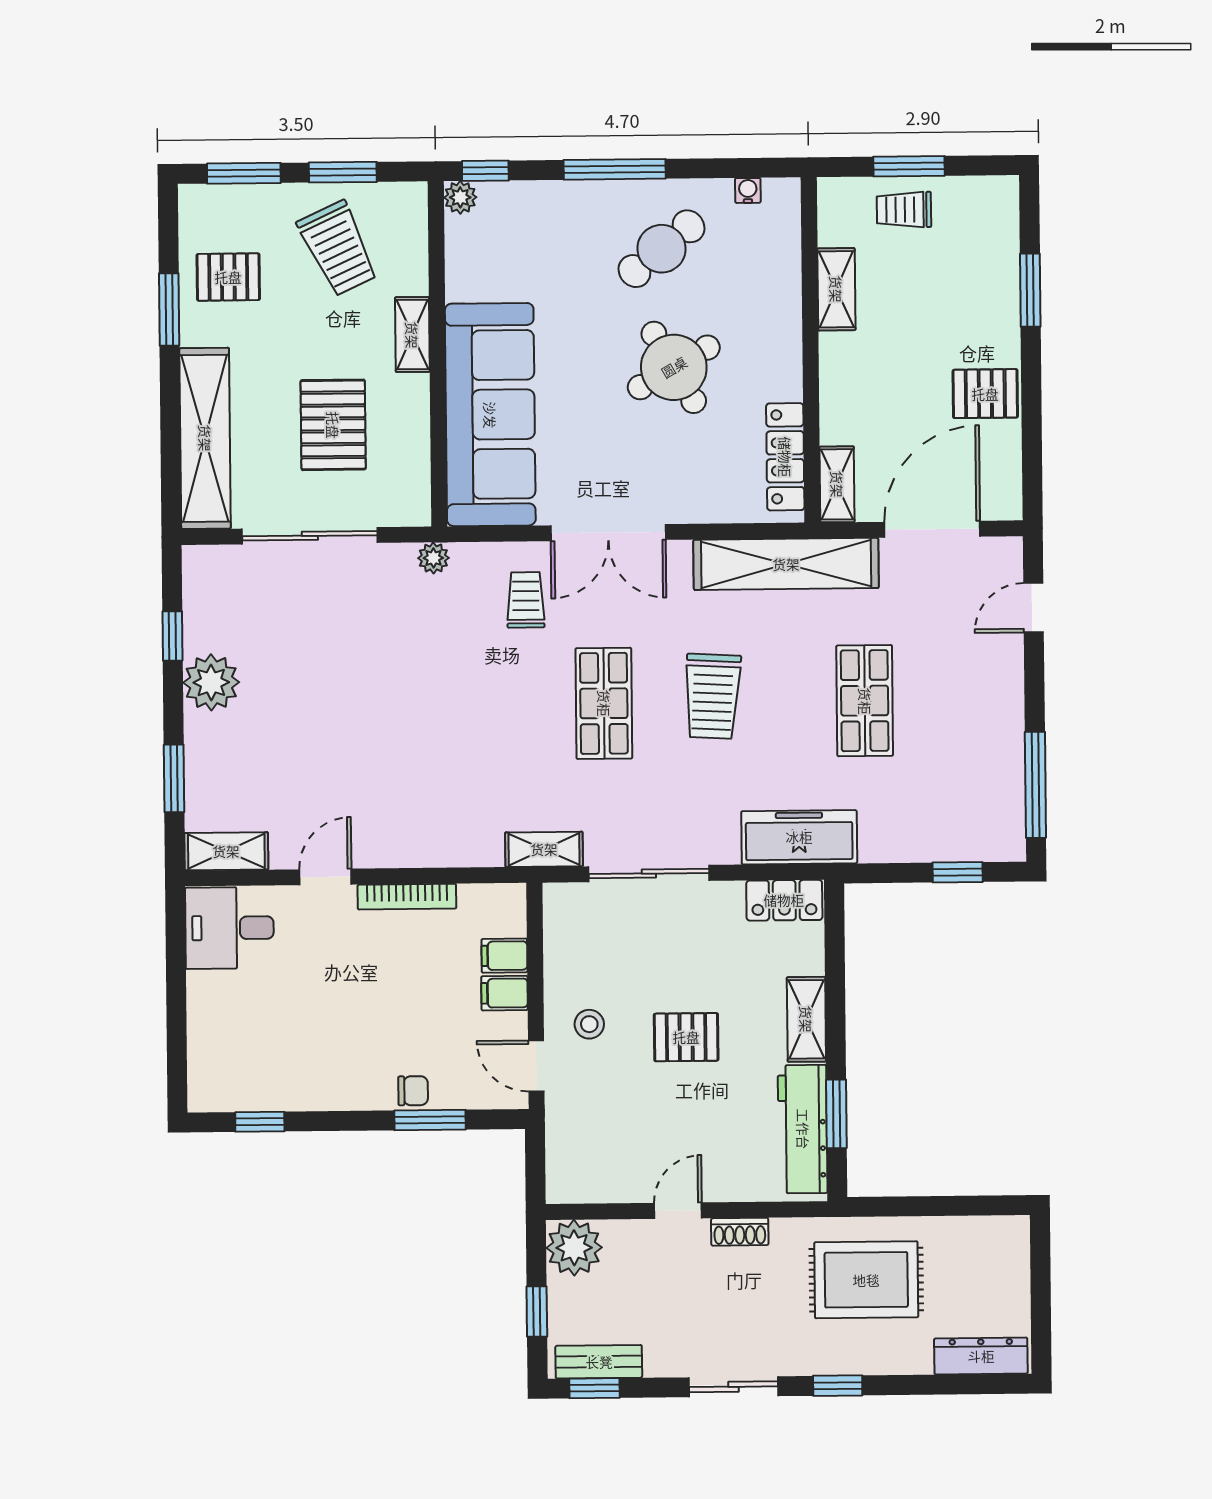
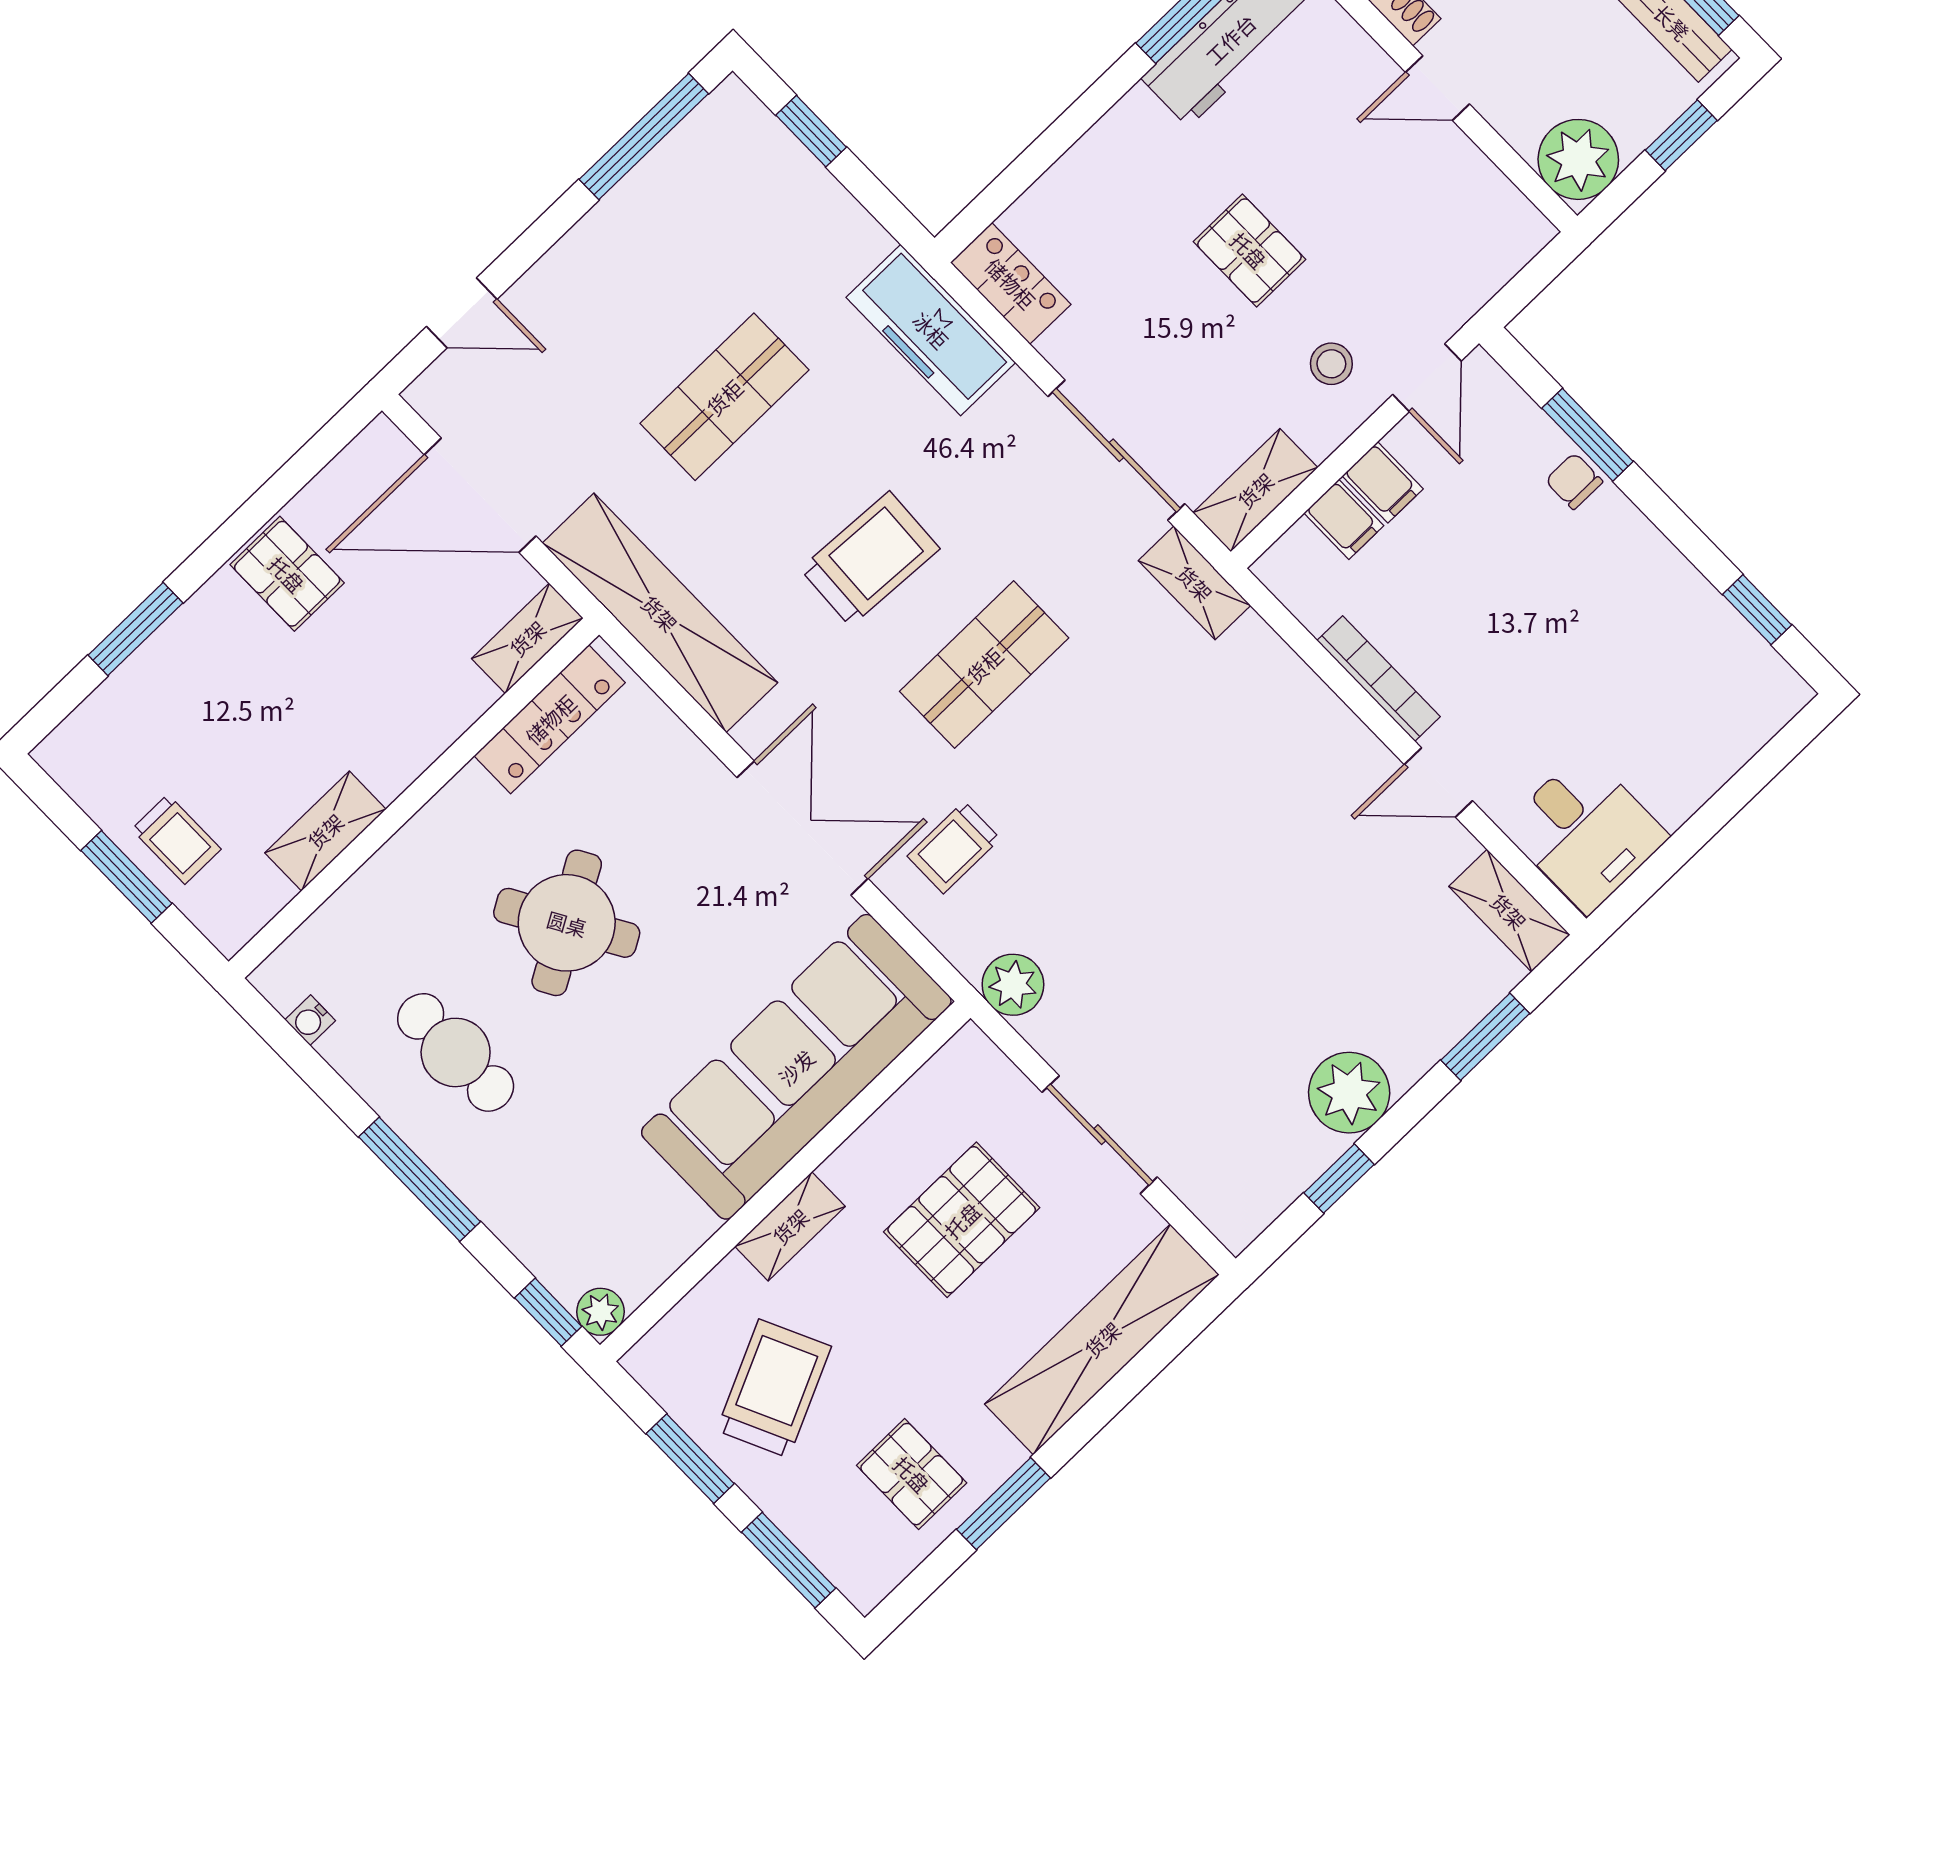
cafe table: (661, 249) -> (456, 1052), turned 39
sliding door: (310, 536) -> (1100, 1135), width x0.73
plant: (433, 558) -> (1013, 985), width x1.38, depth x1.38
shelving: (806, 1019) -> (1255, 490), moved

